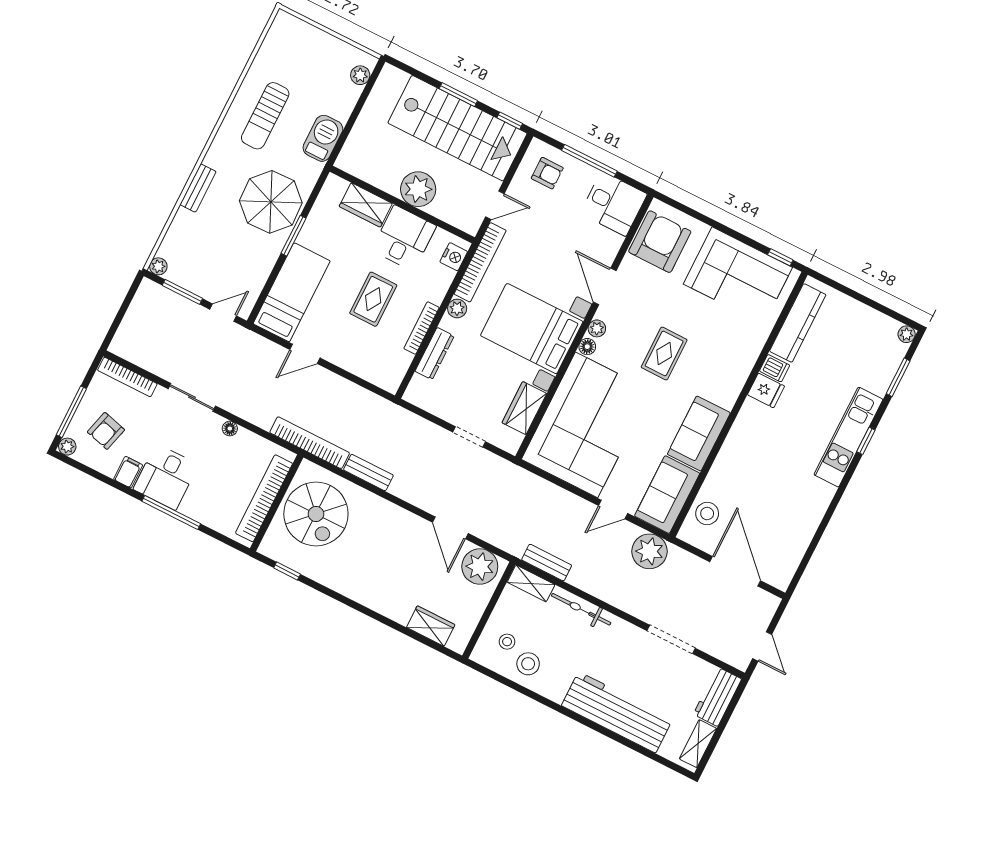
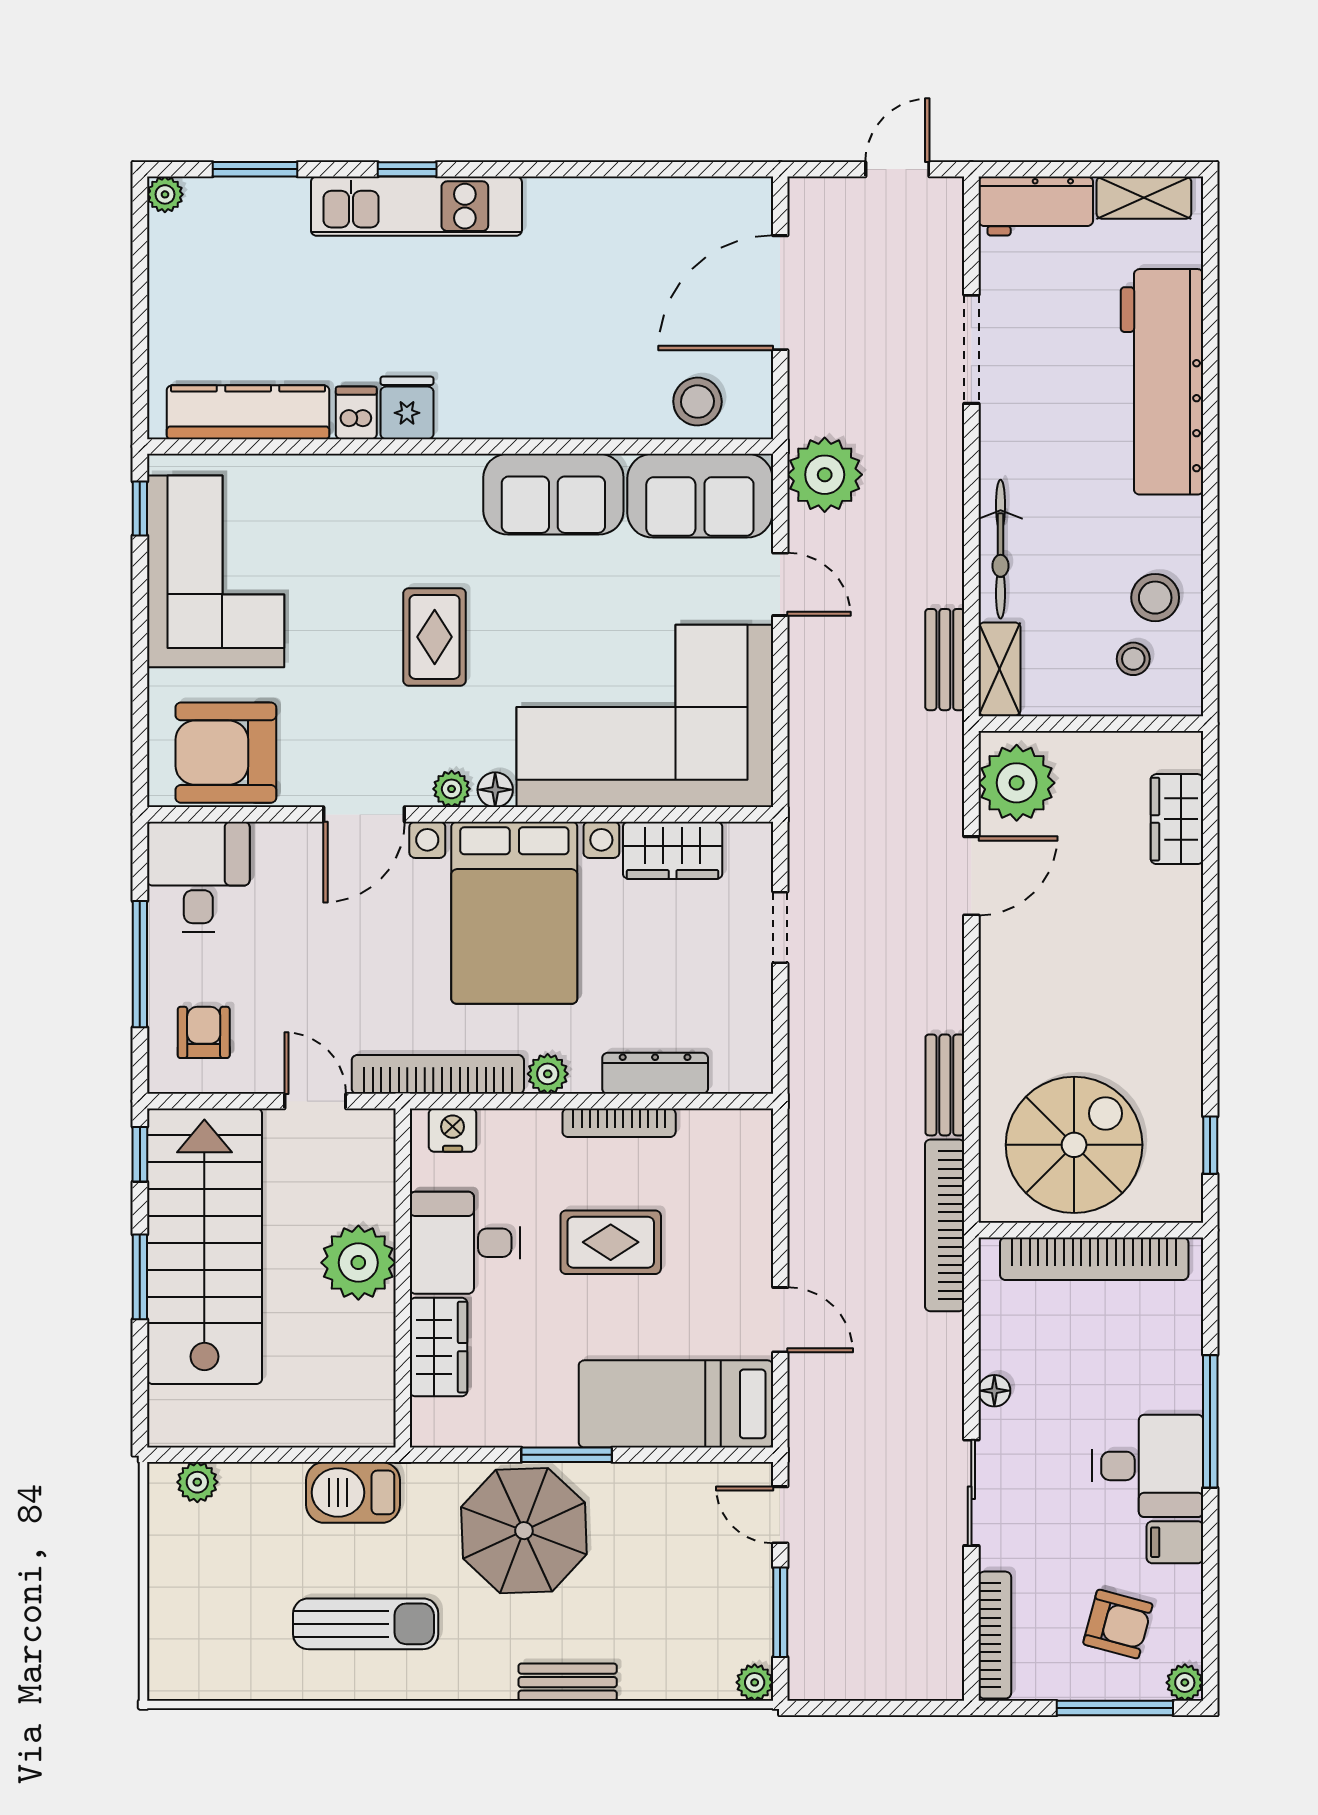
rug: (664, 354) -> (435, 637), turned 90

